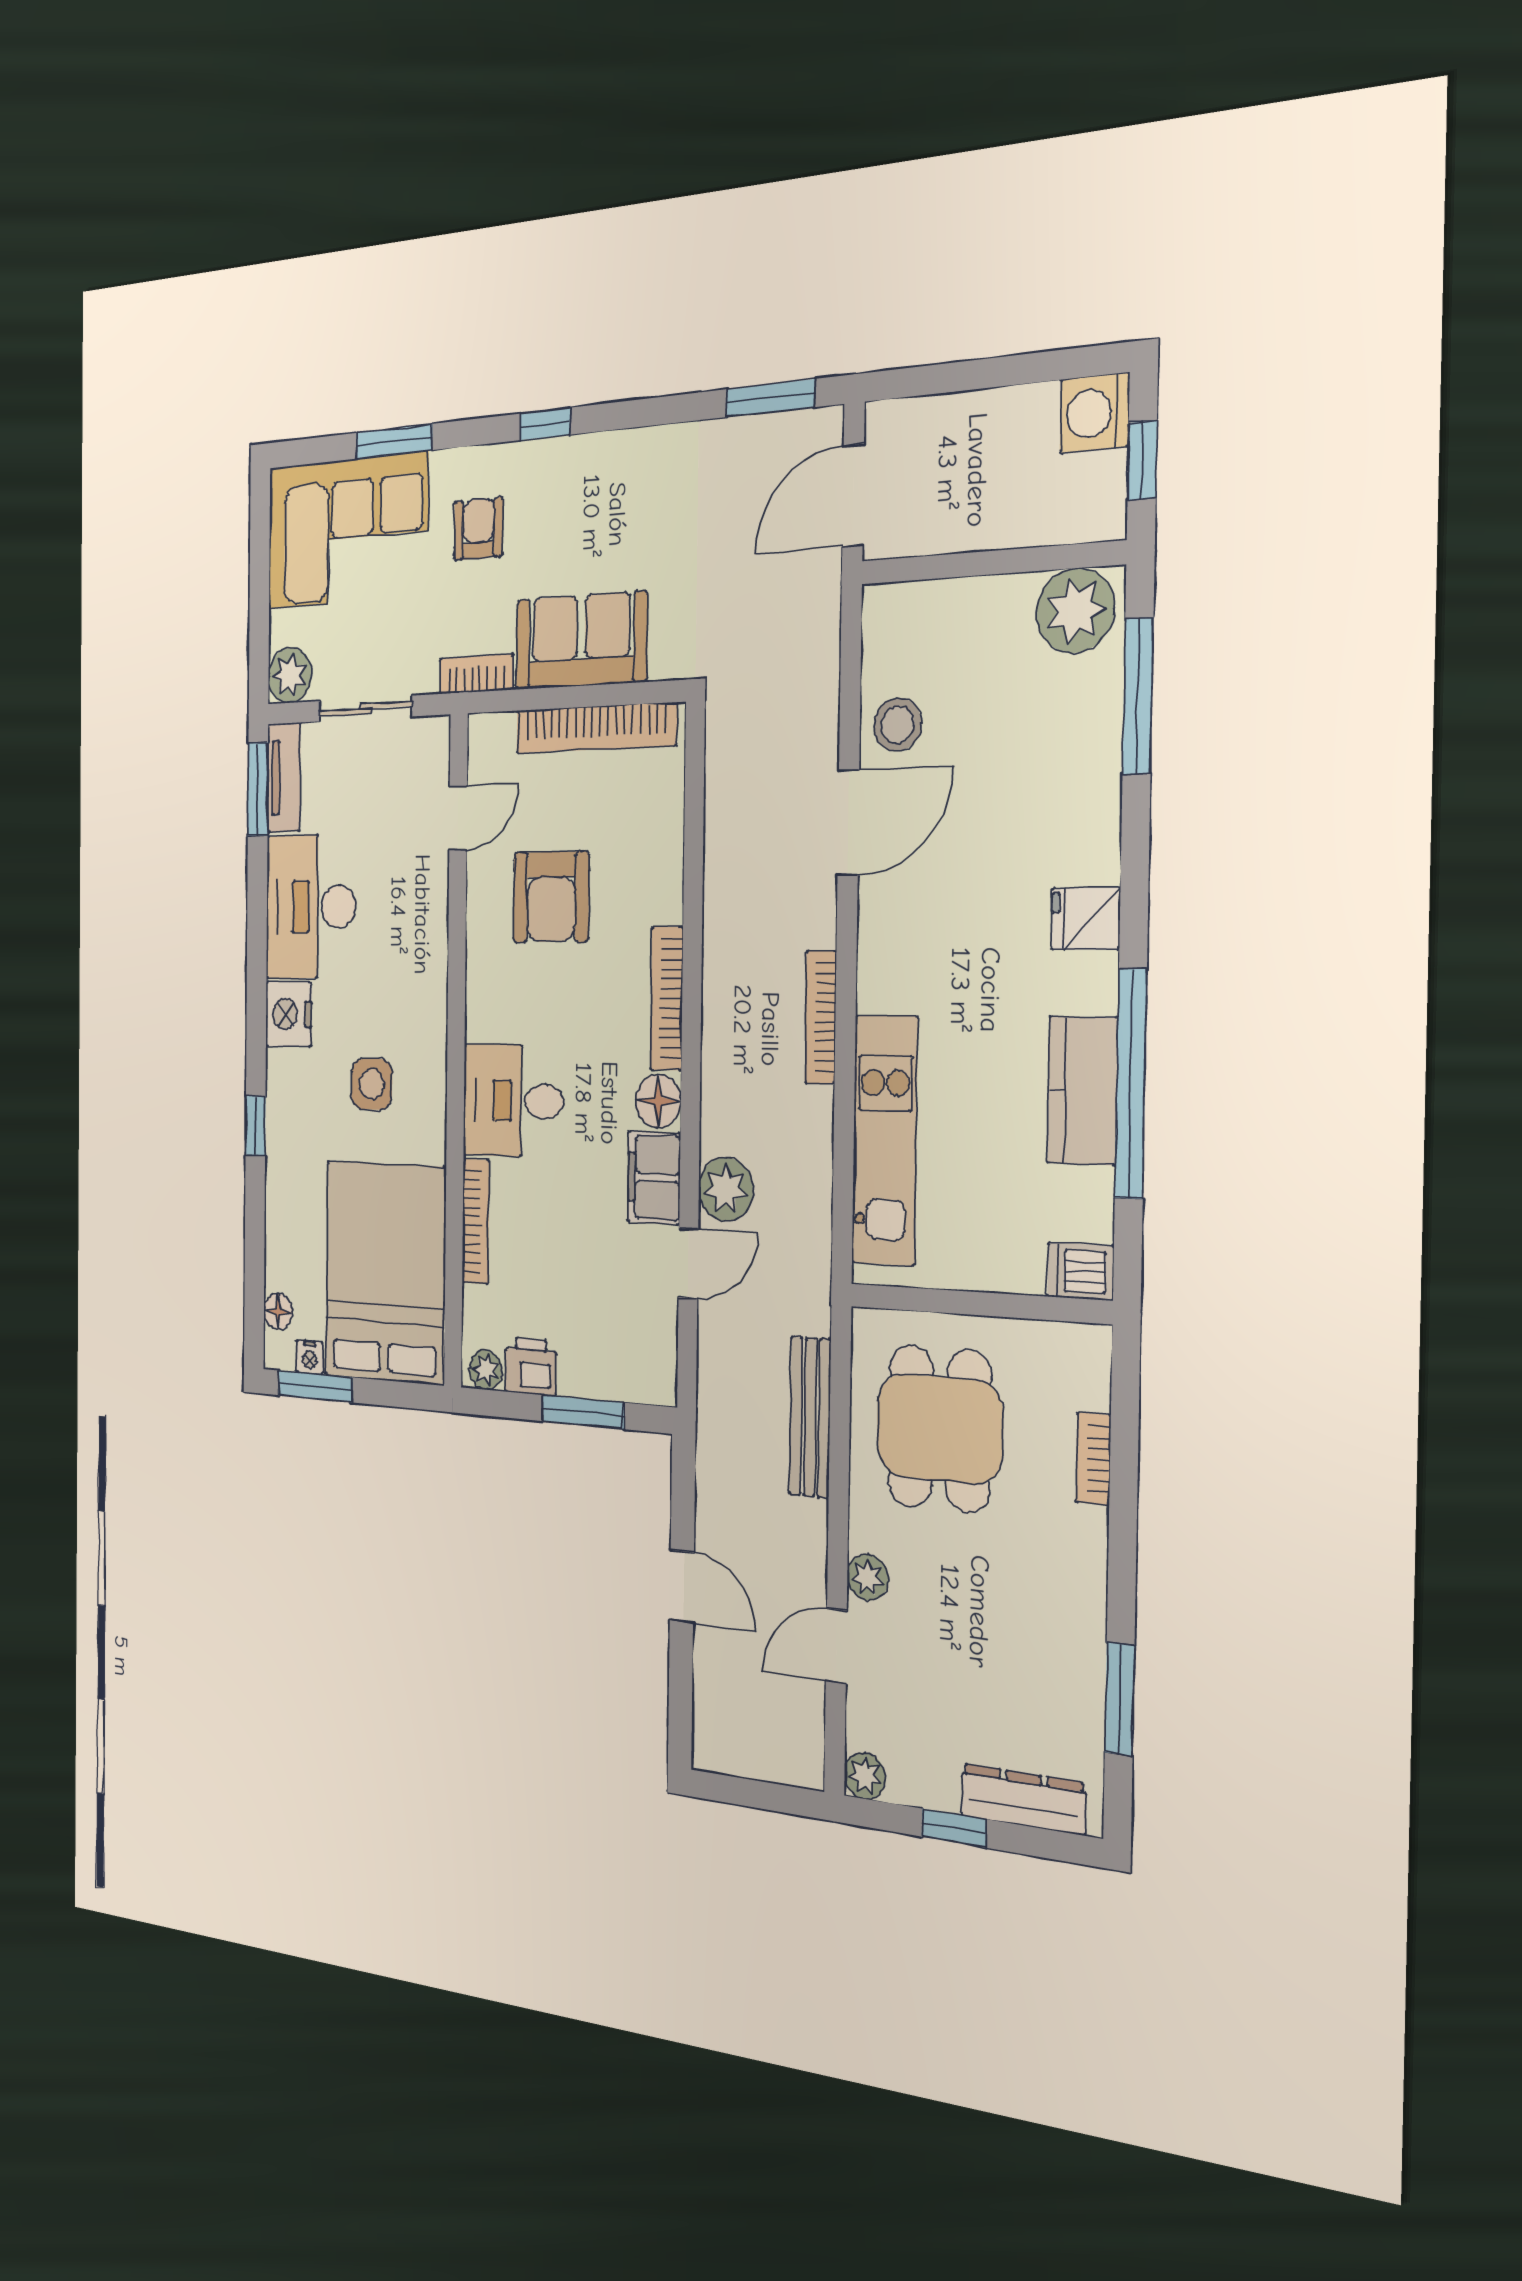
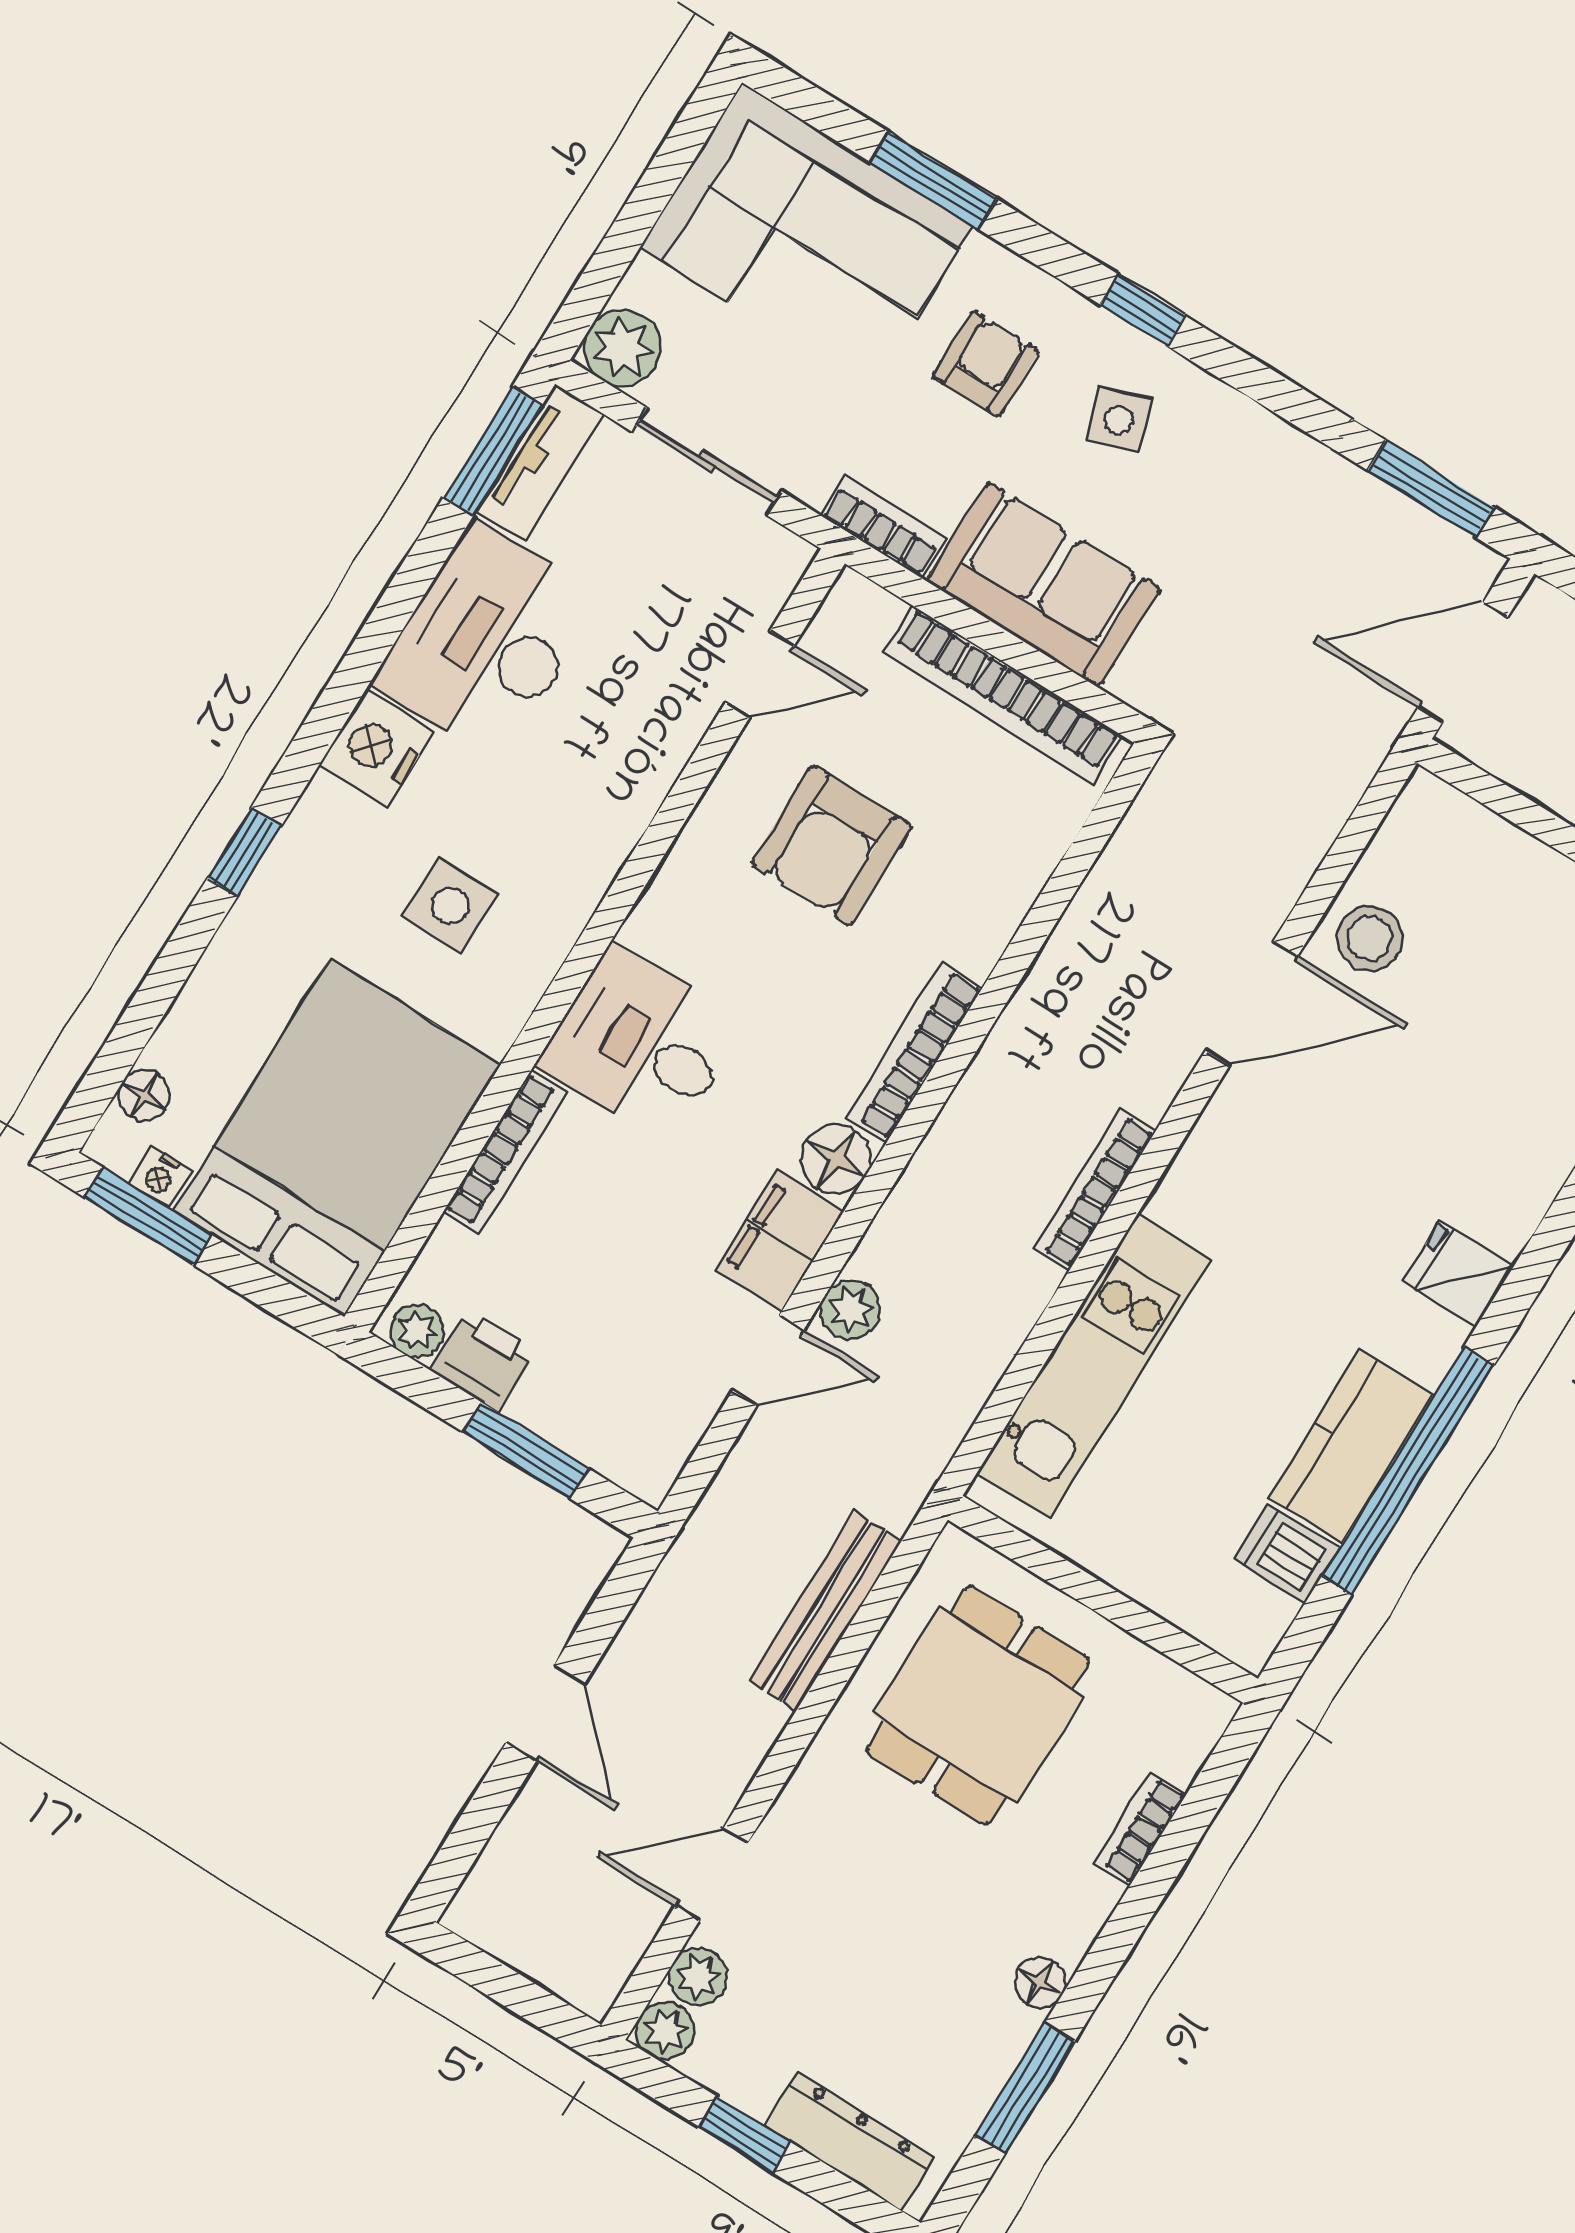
side table: (568, 503) -> (1119, 419), added
plant: (726, 1189) -> (851, 1310), width x0.73, depth x0.73
dishwasher: (1081, 1271) -> (1286, 1554), moved
plant: (868, 1577) -> (698, 1977), moved
floor lamp: (1087, 1613) -> (1040, 1983), added

